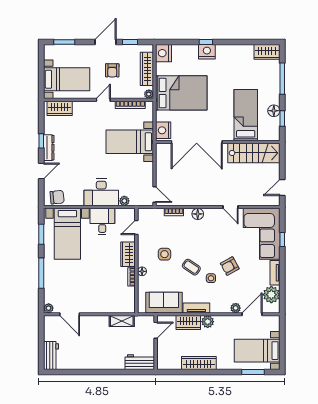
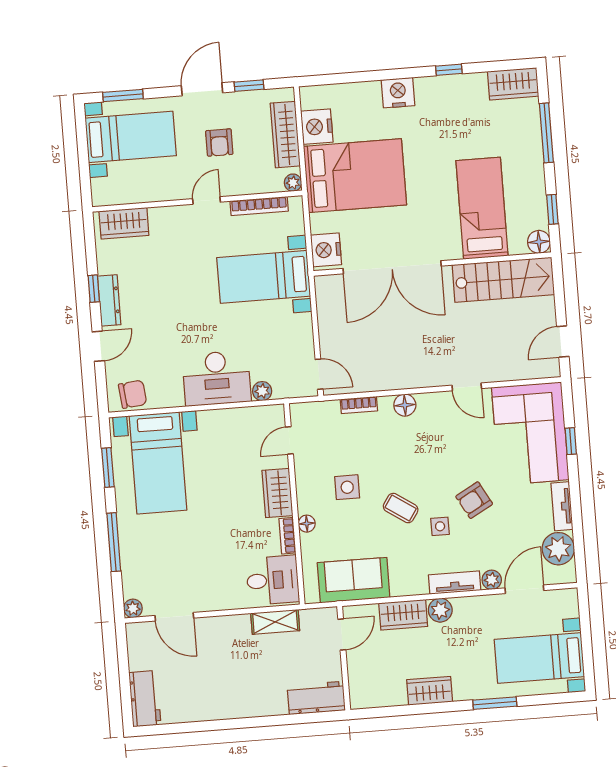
window: (206, 42) -> (449, 70), moved
nightstand: (163, 53) -> (317, 127), moved
bed with nightstands: (67, 79) -> (131, 137), moved
floor lamp: (274, 111) -> (539, 242), moved
desk: (102, 221) -> (273, 580), moved, turned 90
tv unit: (196, 308) -> (455, 583), moved
wardrobe: (199, 363) -> (430, 691), width x0.67
window: (253, 372) -> (495, 703), moved

